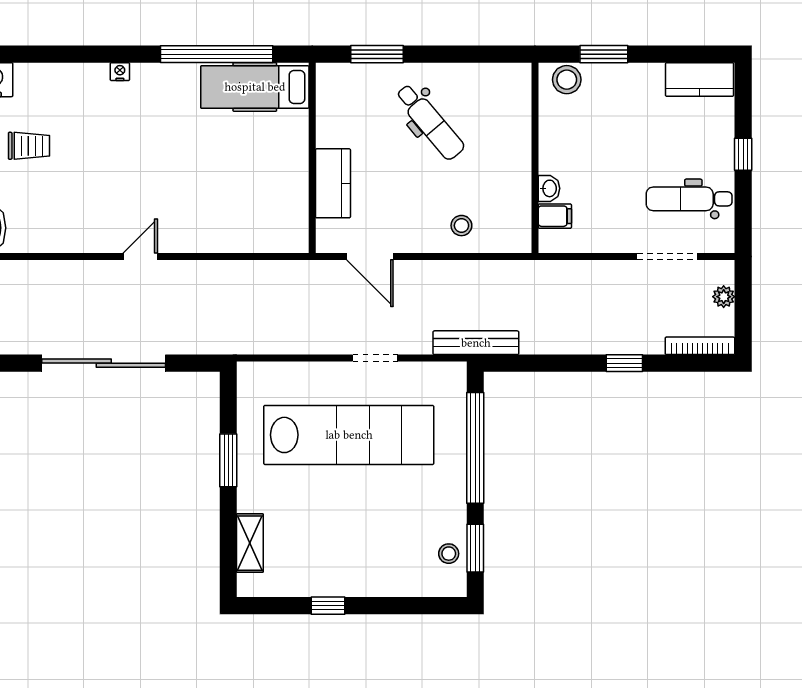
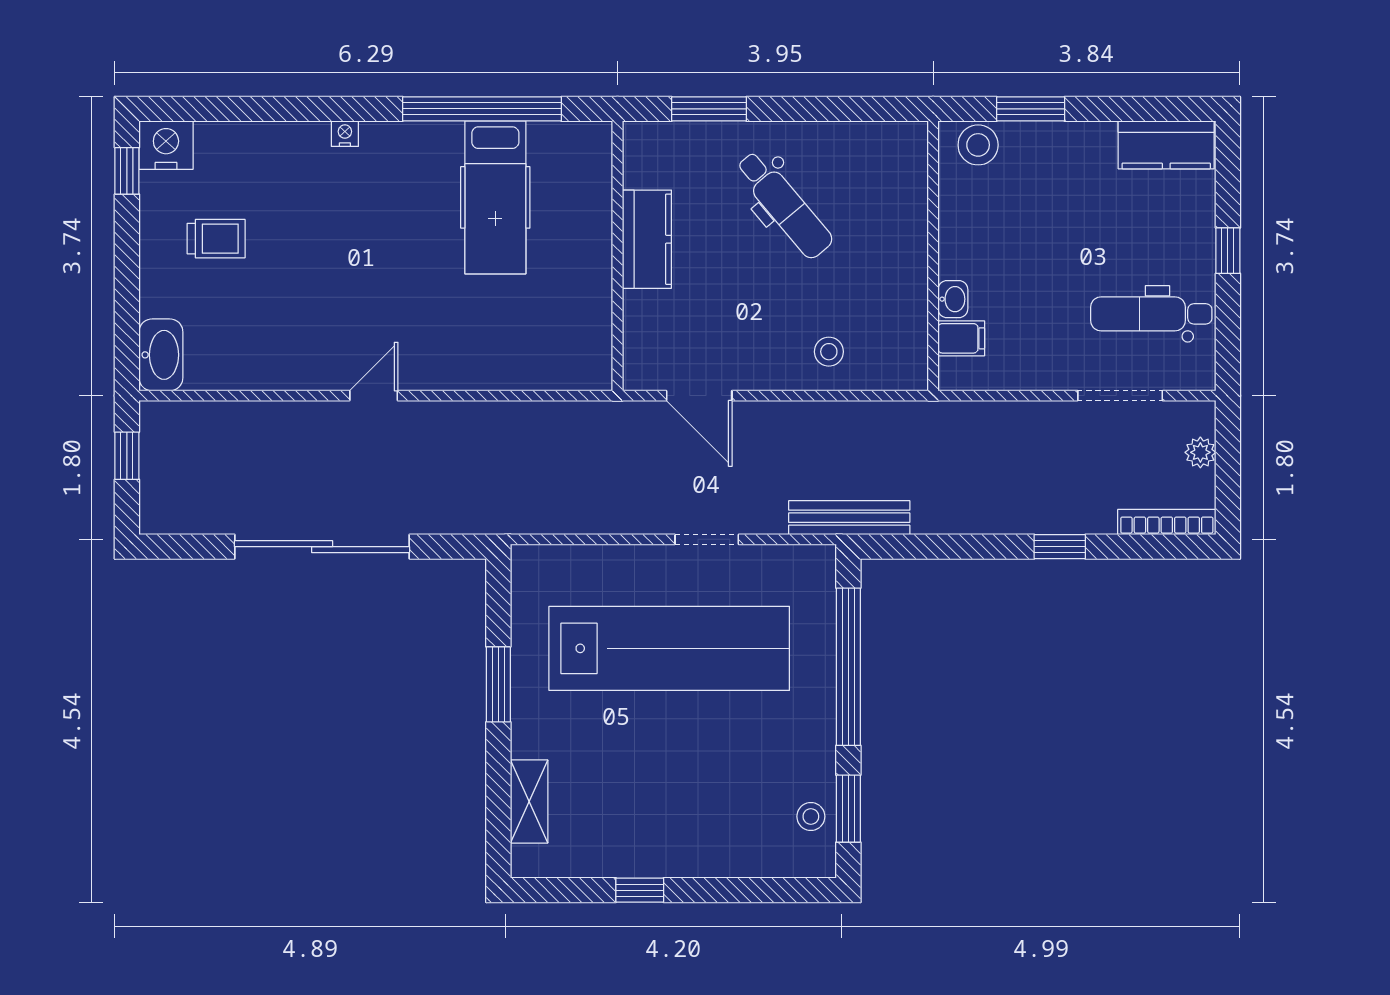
hospital bed: (255, 87) -> (495, 197), moved, turned -90
kitchen counter: (333, 183) -> (647, 239), moved

